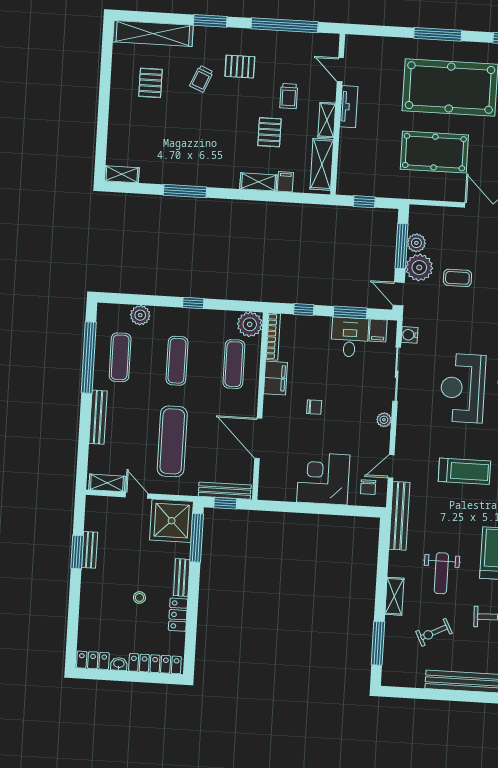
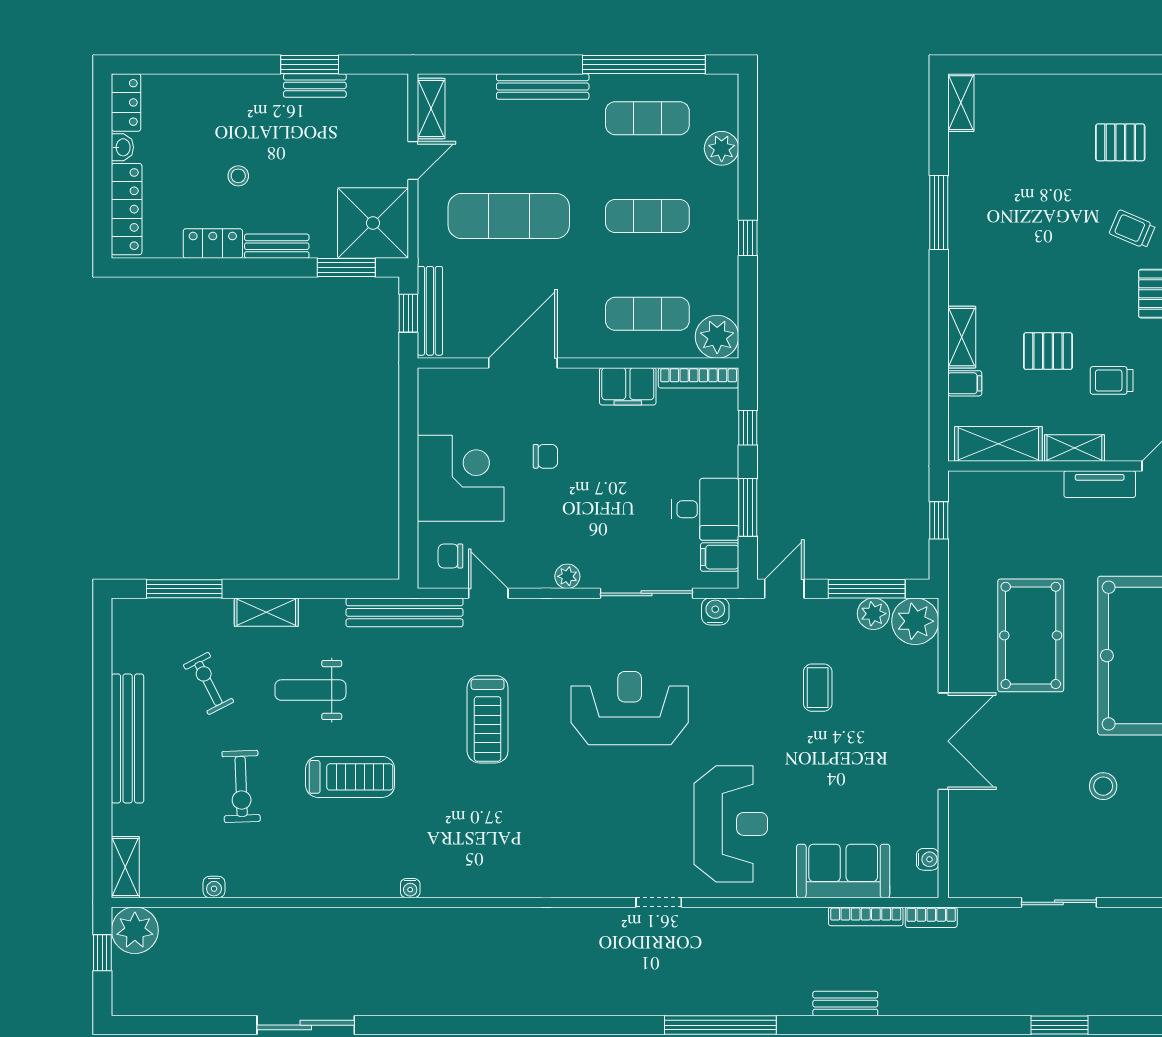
plant: (419, 267) -> (915, 621), moved
chair: (314, 407) -> (545, 456), moved, turned -90
window: (197, 538) -> (346, 268), width x0.69

